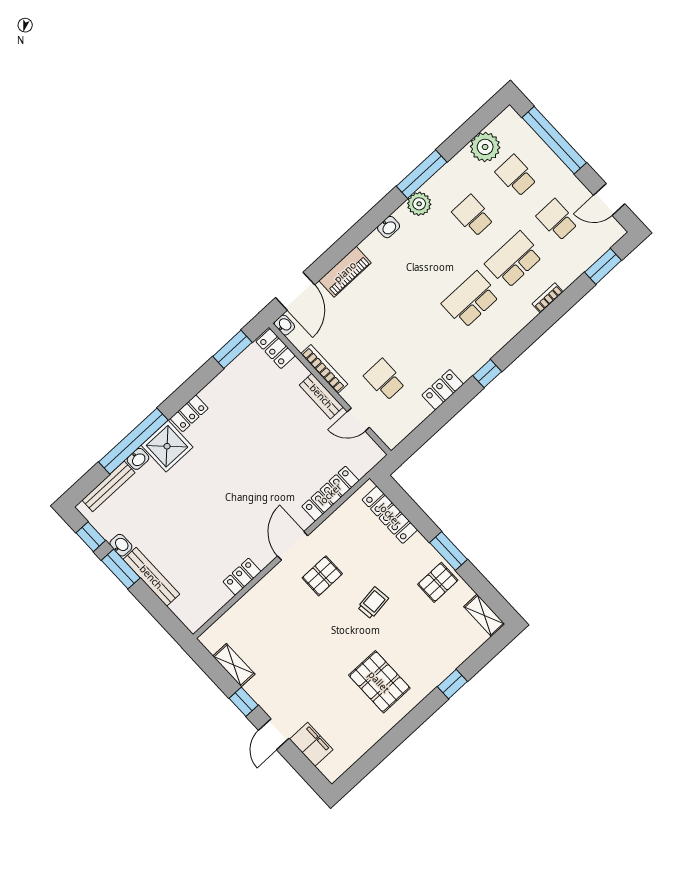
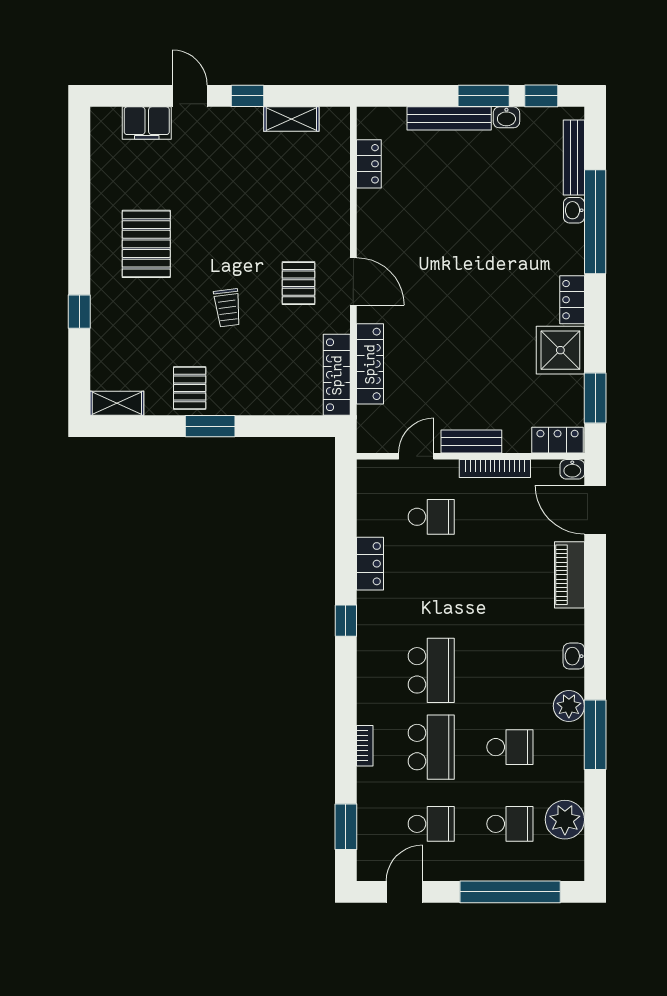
shower: (167, 446) -> (560, 350), moved
locker: (390, 515) -> (337, 375), moved, turned -90
locker: (242, 577) -> (369, 164), moved
pallet: (379, 682) -> (146, 244), turned 90

